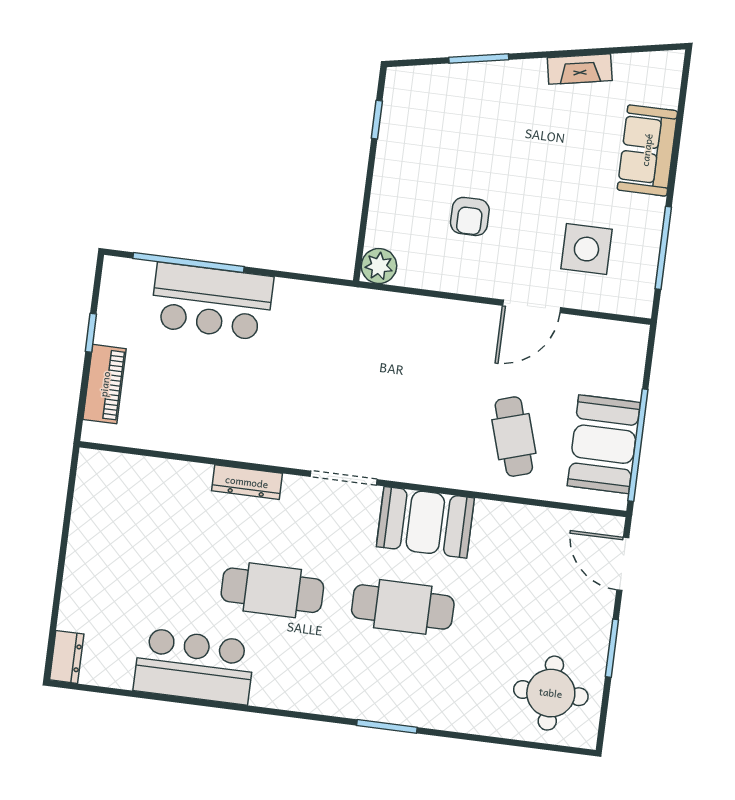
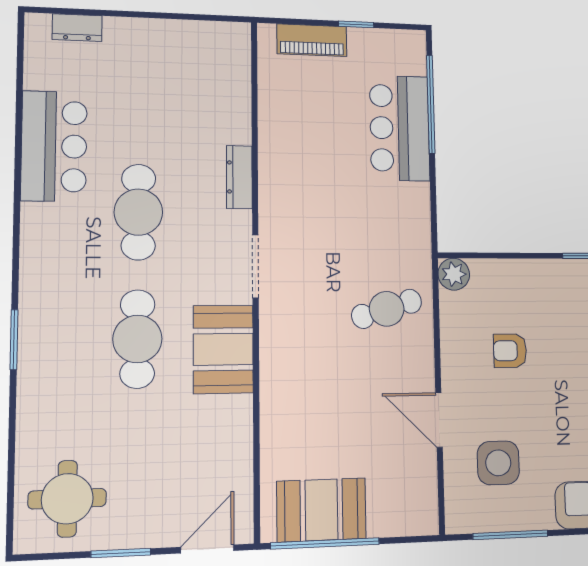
cafe table: (514, 437) -> (387, 309), moved
dresser: (67, 657) -> (77, 28), moved

